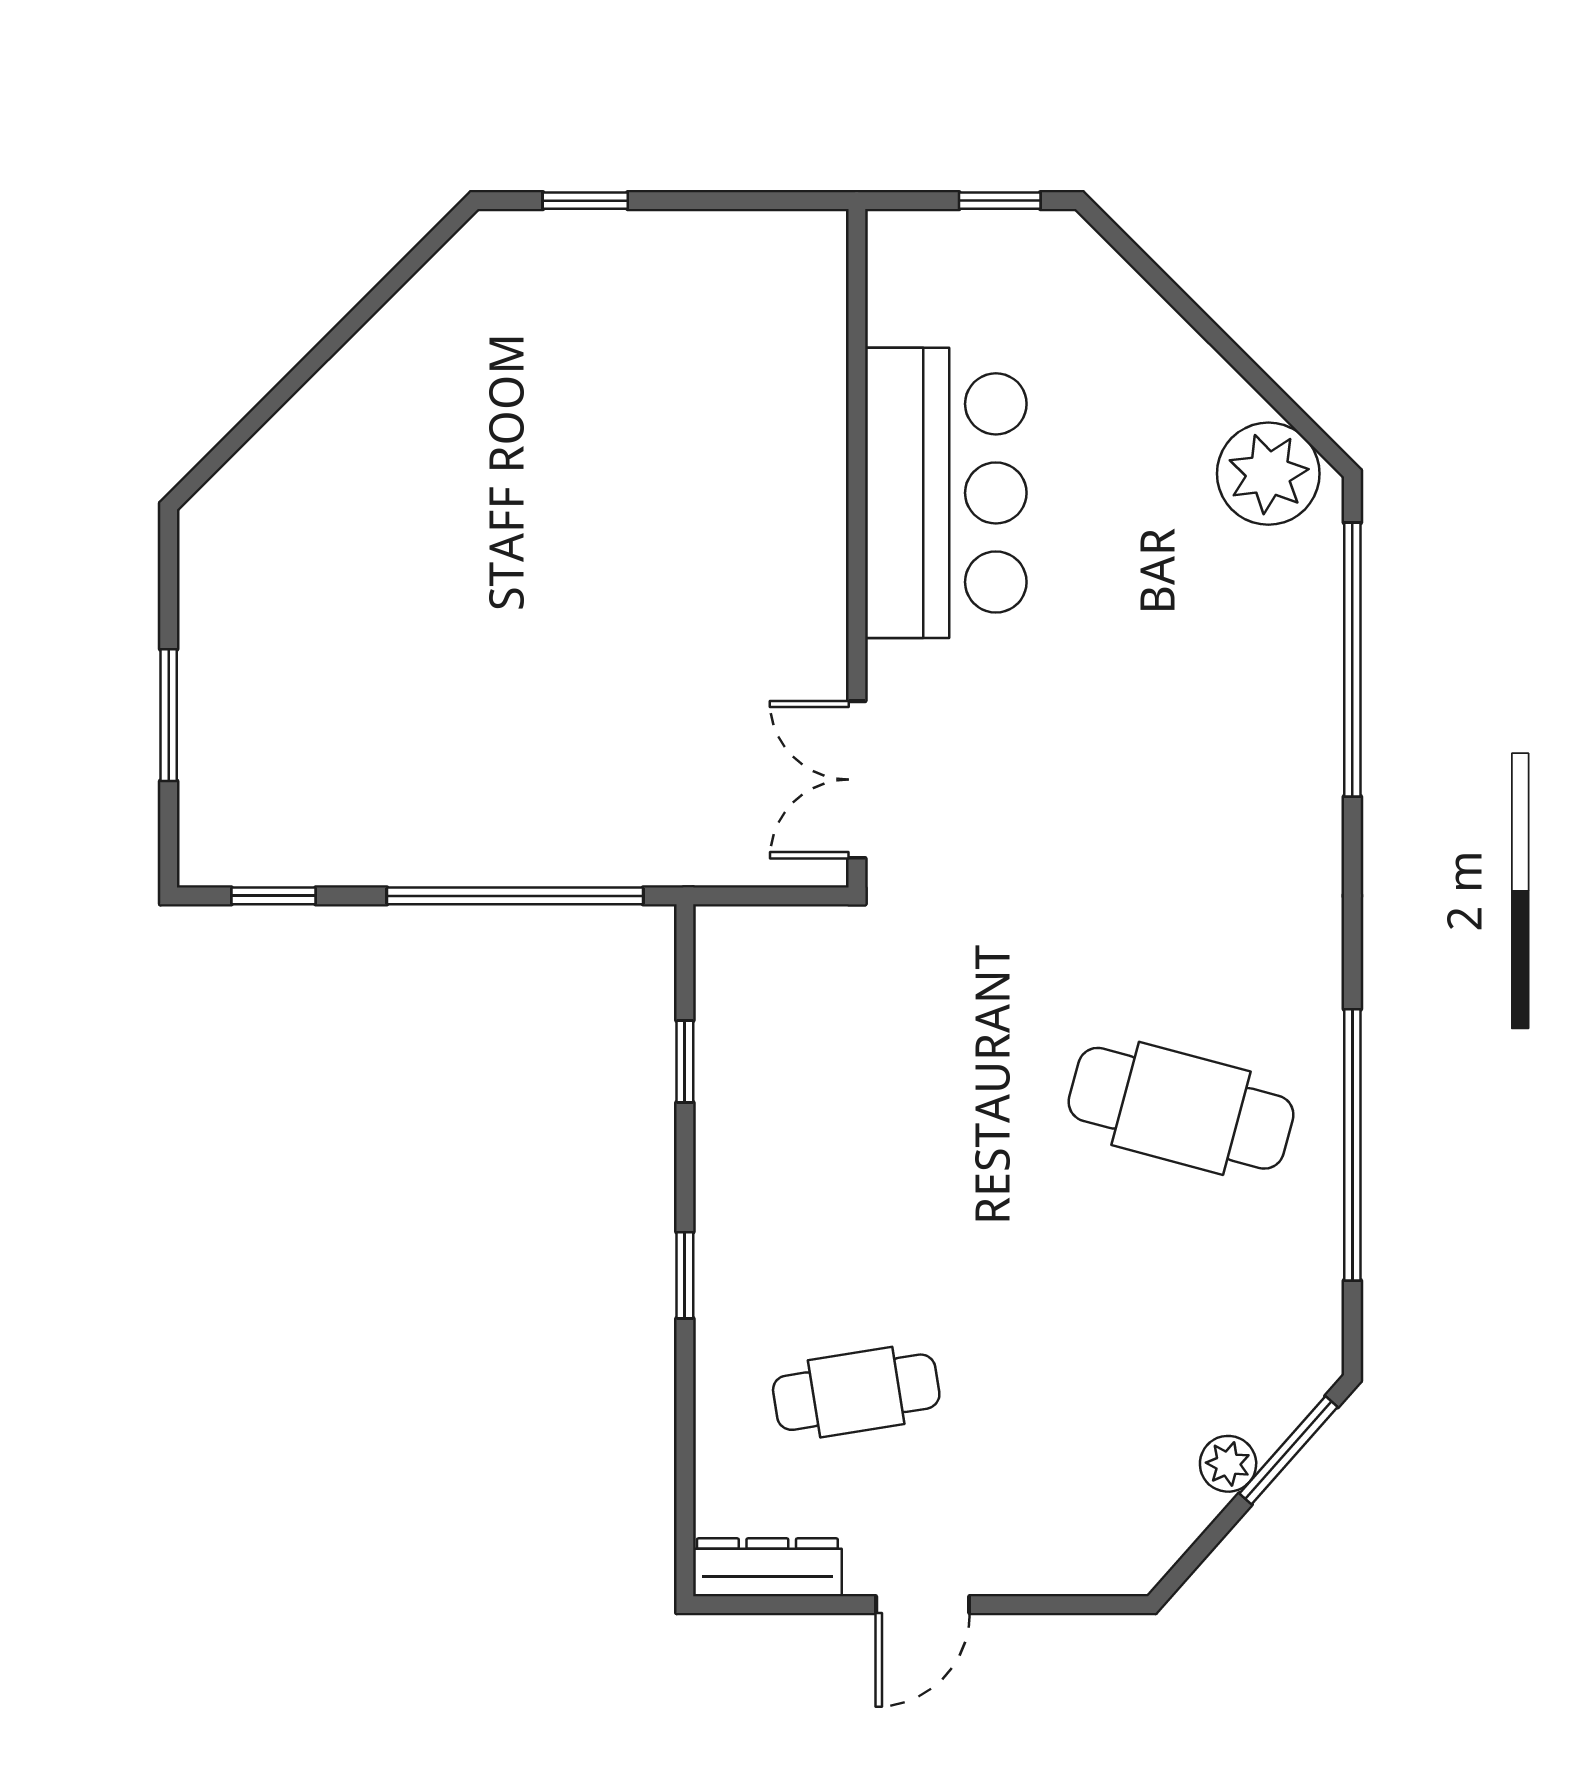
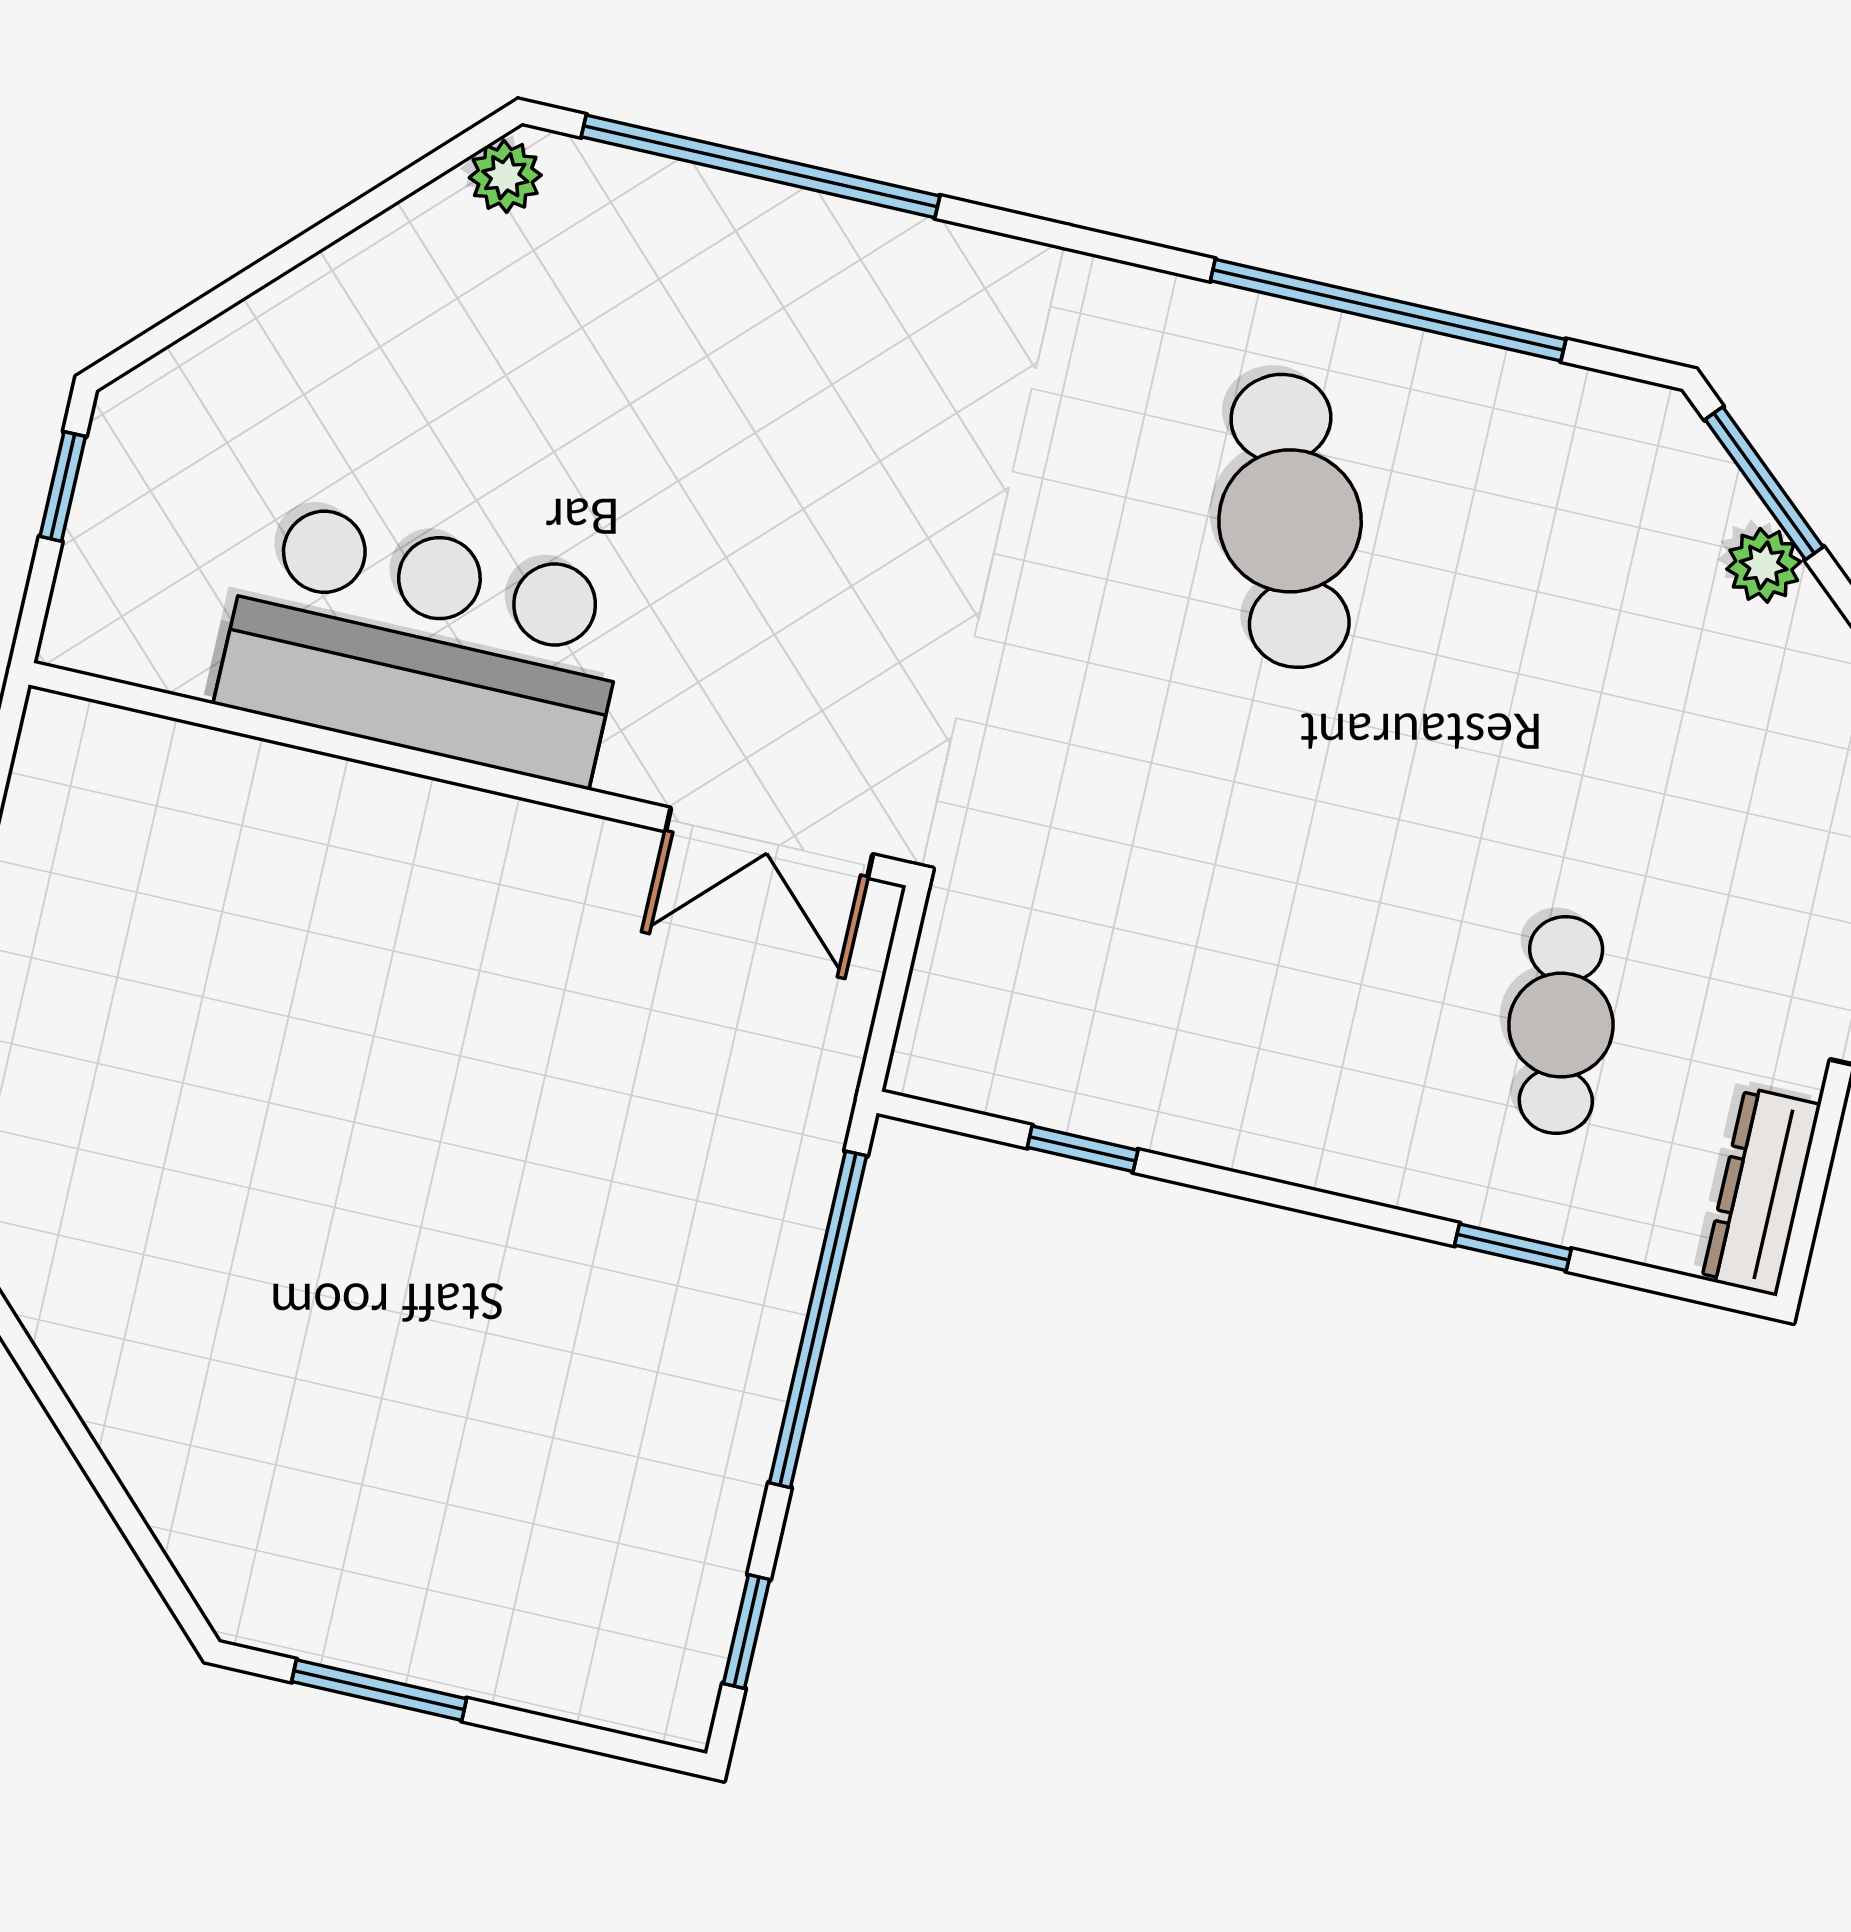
plant: (1268, 474) -> (505, 176), width x0.53, depth x0.53
window: (169, 715) -> (379, 1690), moved
cafe table: (1181, 1108) -> (1290, 521), turned -33
window: (685, 1275) -> (1513, 1247), moved

